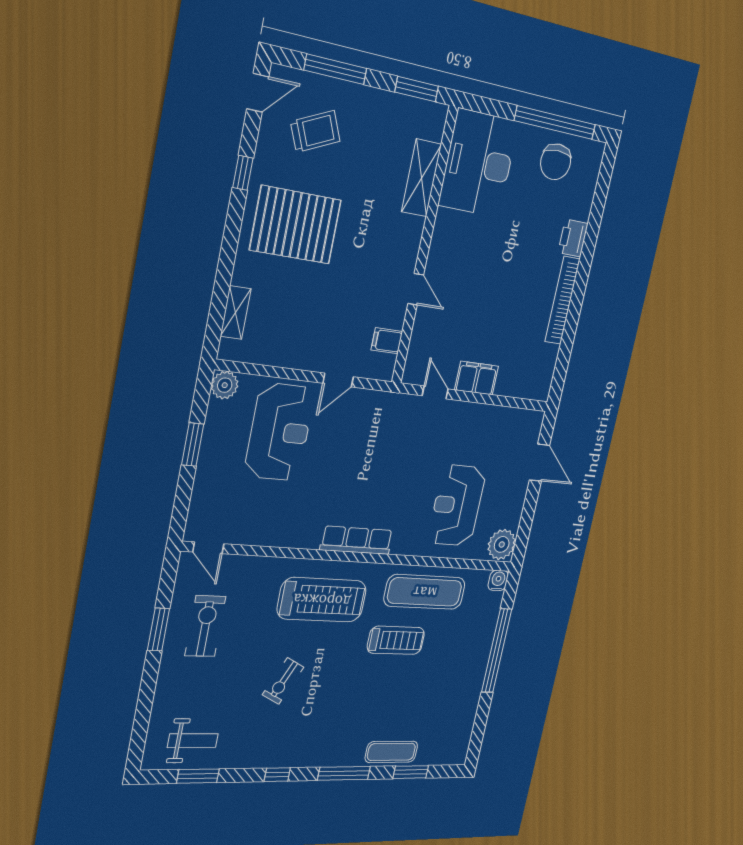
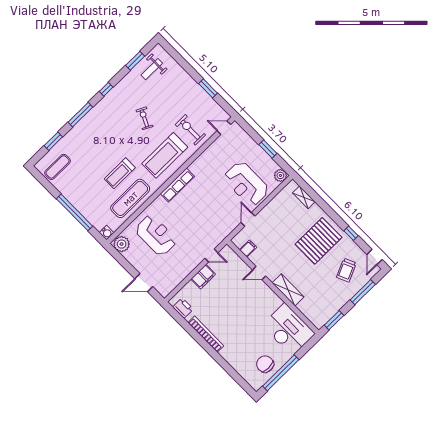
shelving: (421, 178) -> (288, 290), moved
printer: (573, 238) -> (183, 308), moved
exercise bike: (205, 626) -> (190, 130), moved, turned 180
exercise mat: (391, 752) -> (58, 167), moved

